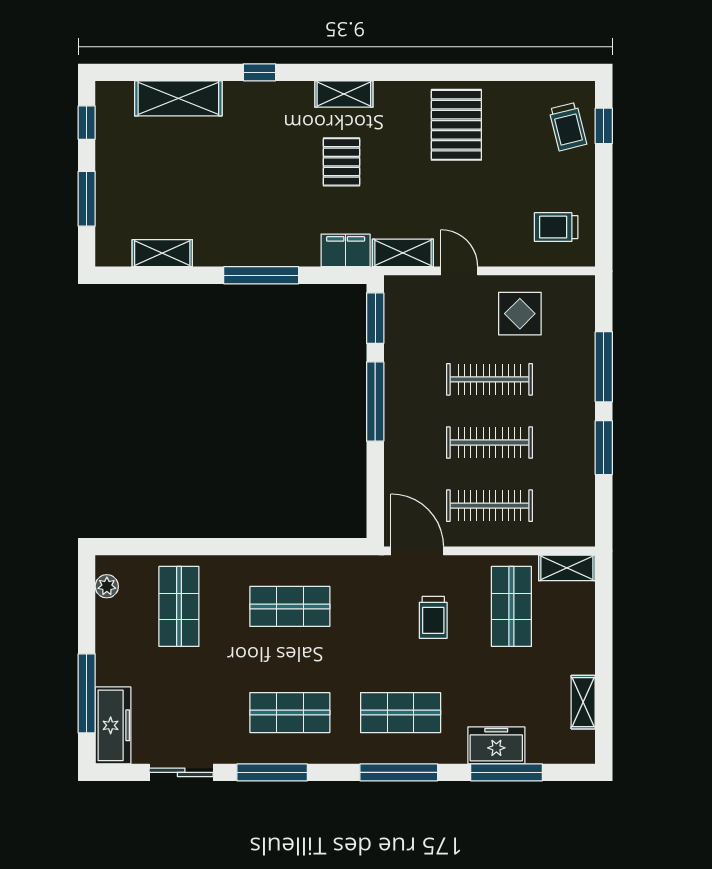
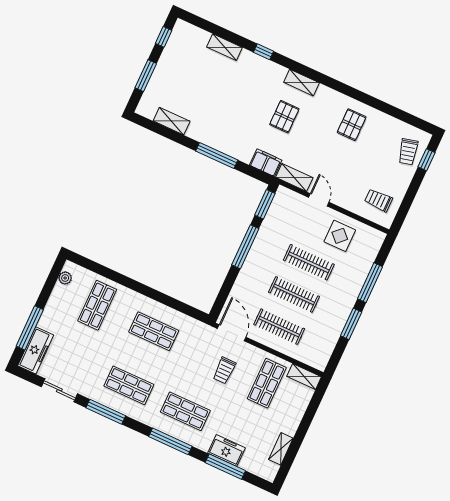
shelving: (178, 98) -> (225, 47), width x0.67, depth x0.75
pallet: (456, 125) -> (352, 125), width x0.67, depth x0.71

